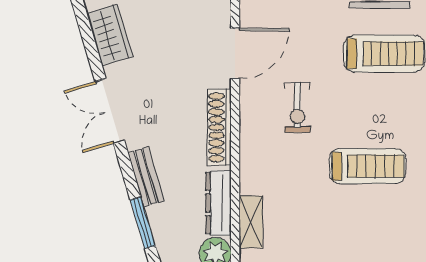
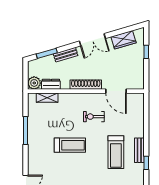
double door: (110, 111) -> (92, 40), swing flipped
treadmill: (367, 166) -> (70, 145), turned -90
dresser: (218, 203) -> (51, 84), width x0.70

